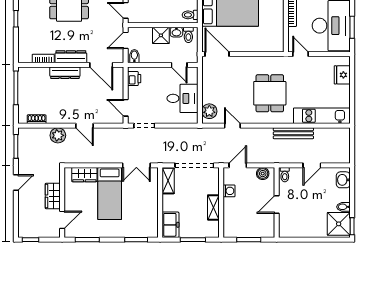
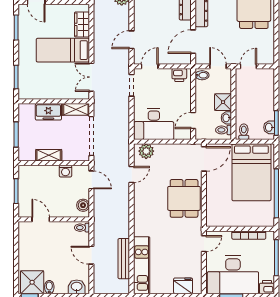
dining table: (270, 93) -> (184, 198), moved, turned 90
desk: (183, 98) -> (154, 124), width x1.37
door: (85, 126) -> (132, 40), moved
bench: (293, 133) -> (124, 259), moved
door: (277, 205) -> (41, 219), moved
freezer: (170, 225) -> (48, 112), moved

